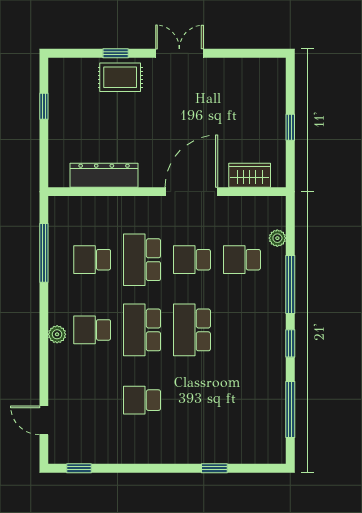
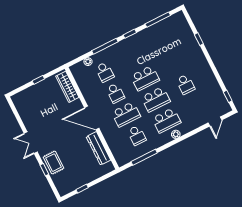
wardrobe: (250, 175) -> (67, 87), width x1.50
door: (191, 192) -> (92, 118), moved
school desk: (92, 330) -> (166, 120), width x1.85

